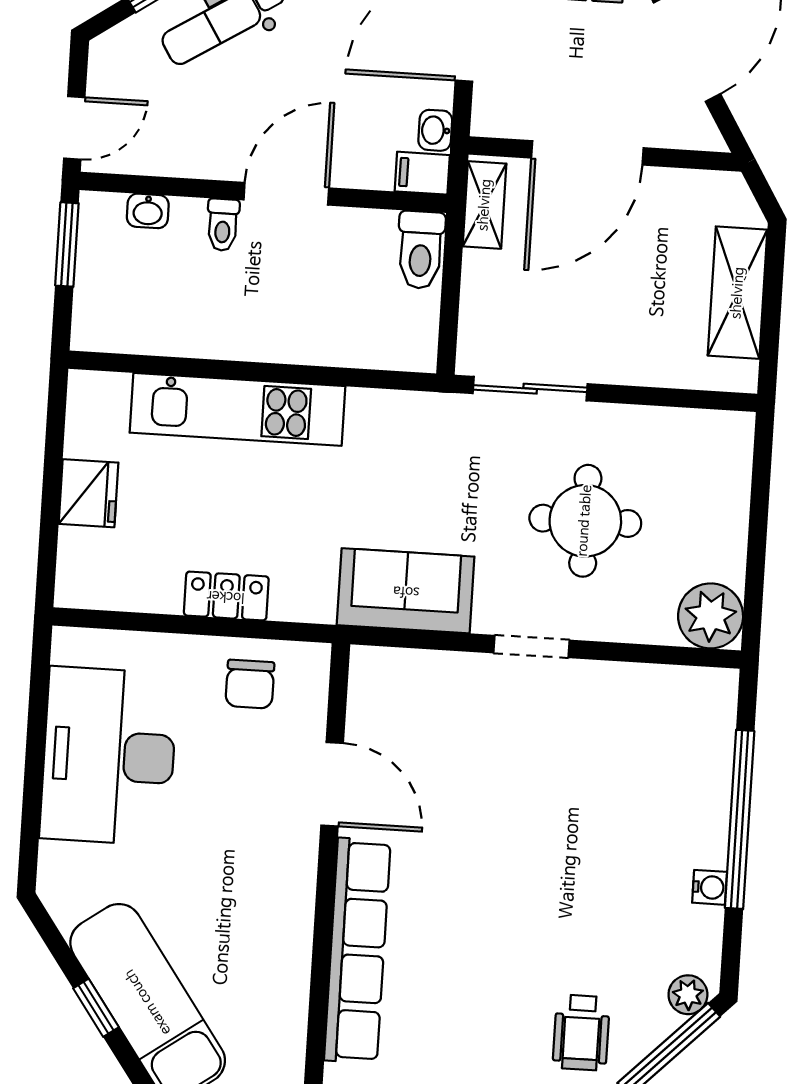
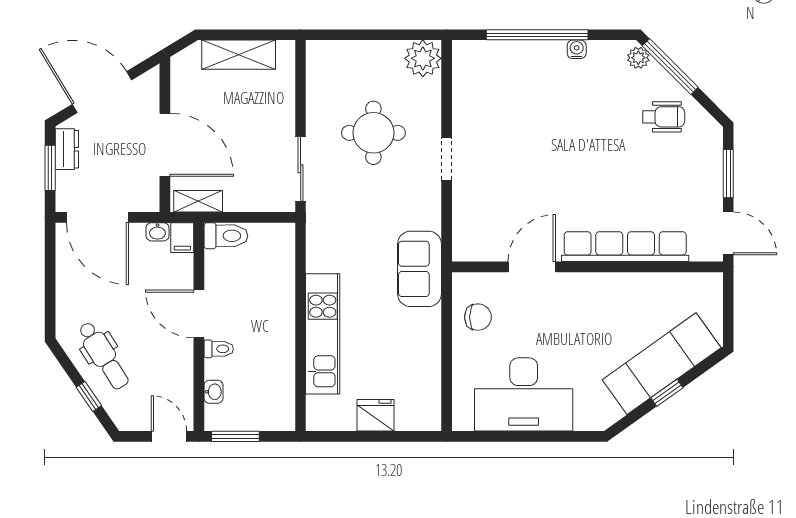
sofa: (406, 591) -> (420, 269), moved
locker: (226, 596) -> (429, 334), removed

